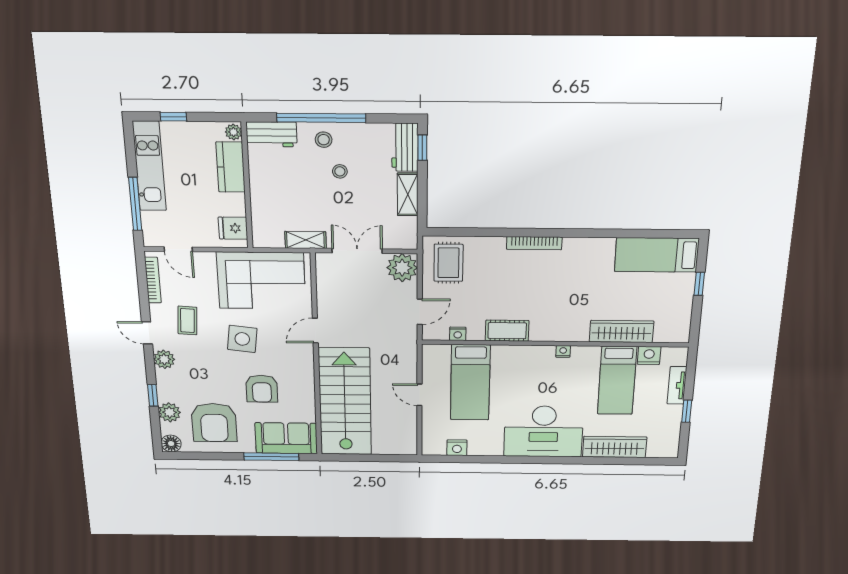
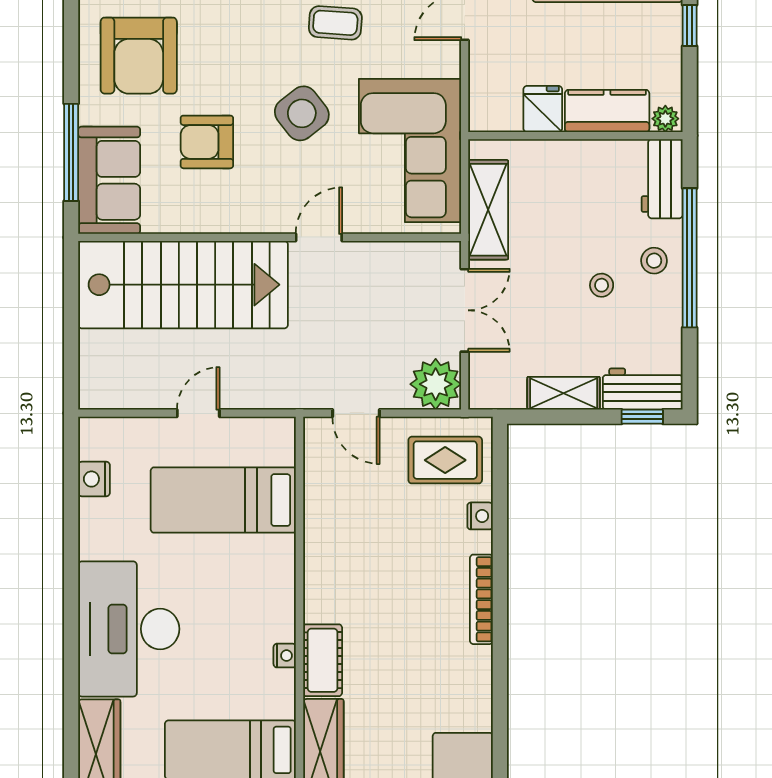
fridge: (233, 228) -> (543, 109), moved
shelving: (306, 240) -> (488, 210), width x1.50, depth x1.33
door: (315, 331) -> (319, 237), hinge flipped
cot: (507, 331) -> (323, 660), moved
nightstand: (458, 334) -> (480, 516), moved, turned 180
side table: (242, 339) -> (302, 113), turned 45
armchair: (214, 423) -> (139, 56), turned -90

